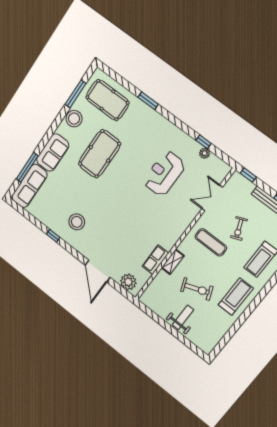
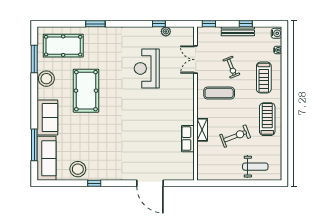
stool: (77, 222) -> (78, 169), moved
plant: (128, 282) -> (180, 172), removed
weight bench: (183, 317) -> (255, 167), moved, turned 90

